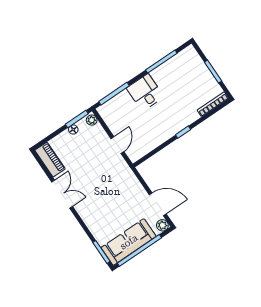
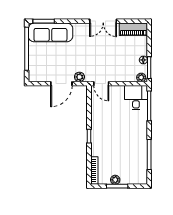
plant: (208, 78) -> (115, 180), added
desk: (145, 92) -> (136, 98), moved, turned -90
door: (117, 145) -> (101, 84), moved
door: (158, 204) -> (61, 84), moved
plant: (162, 225) -> (79, 77), moved
sofa: (129, 242) -> (50, 32), moved, turned 90

